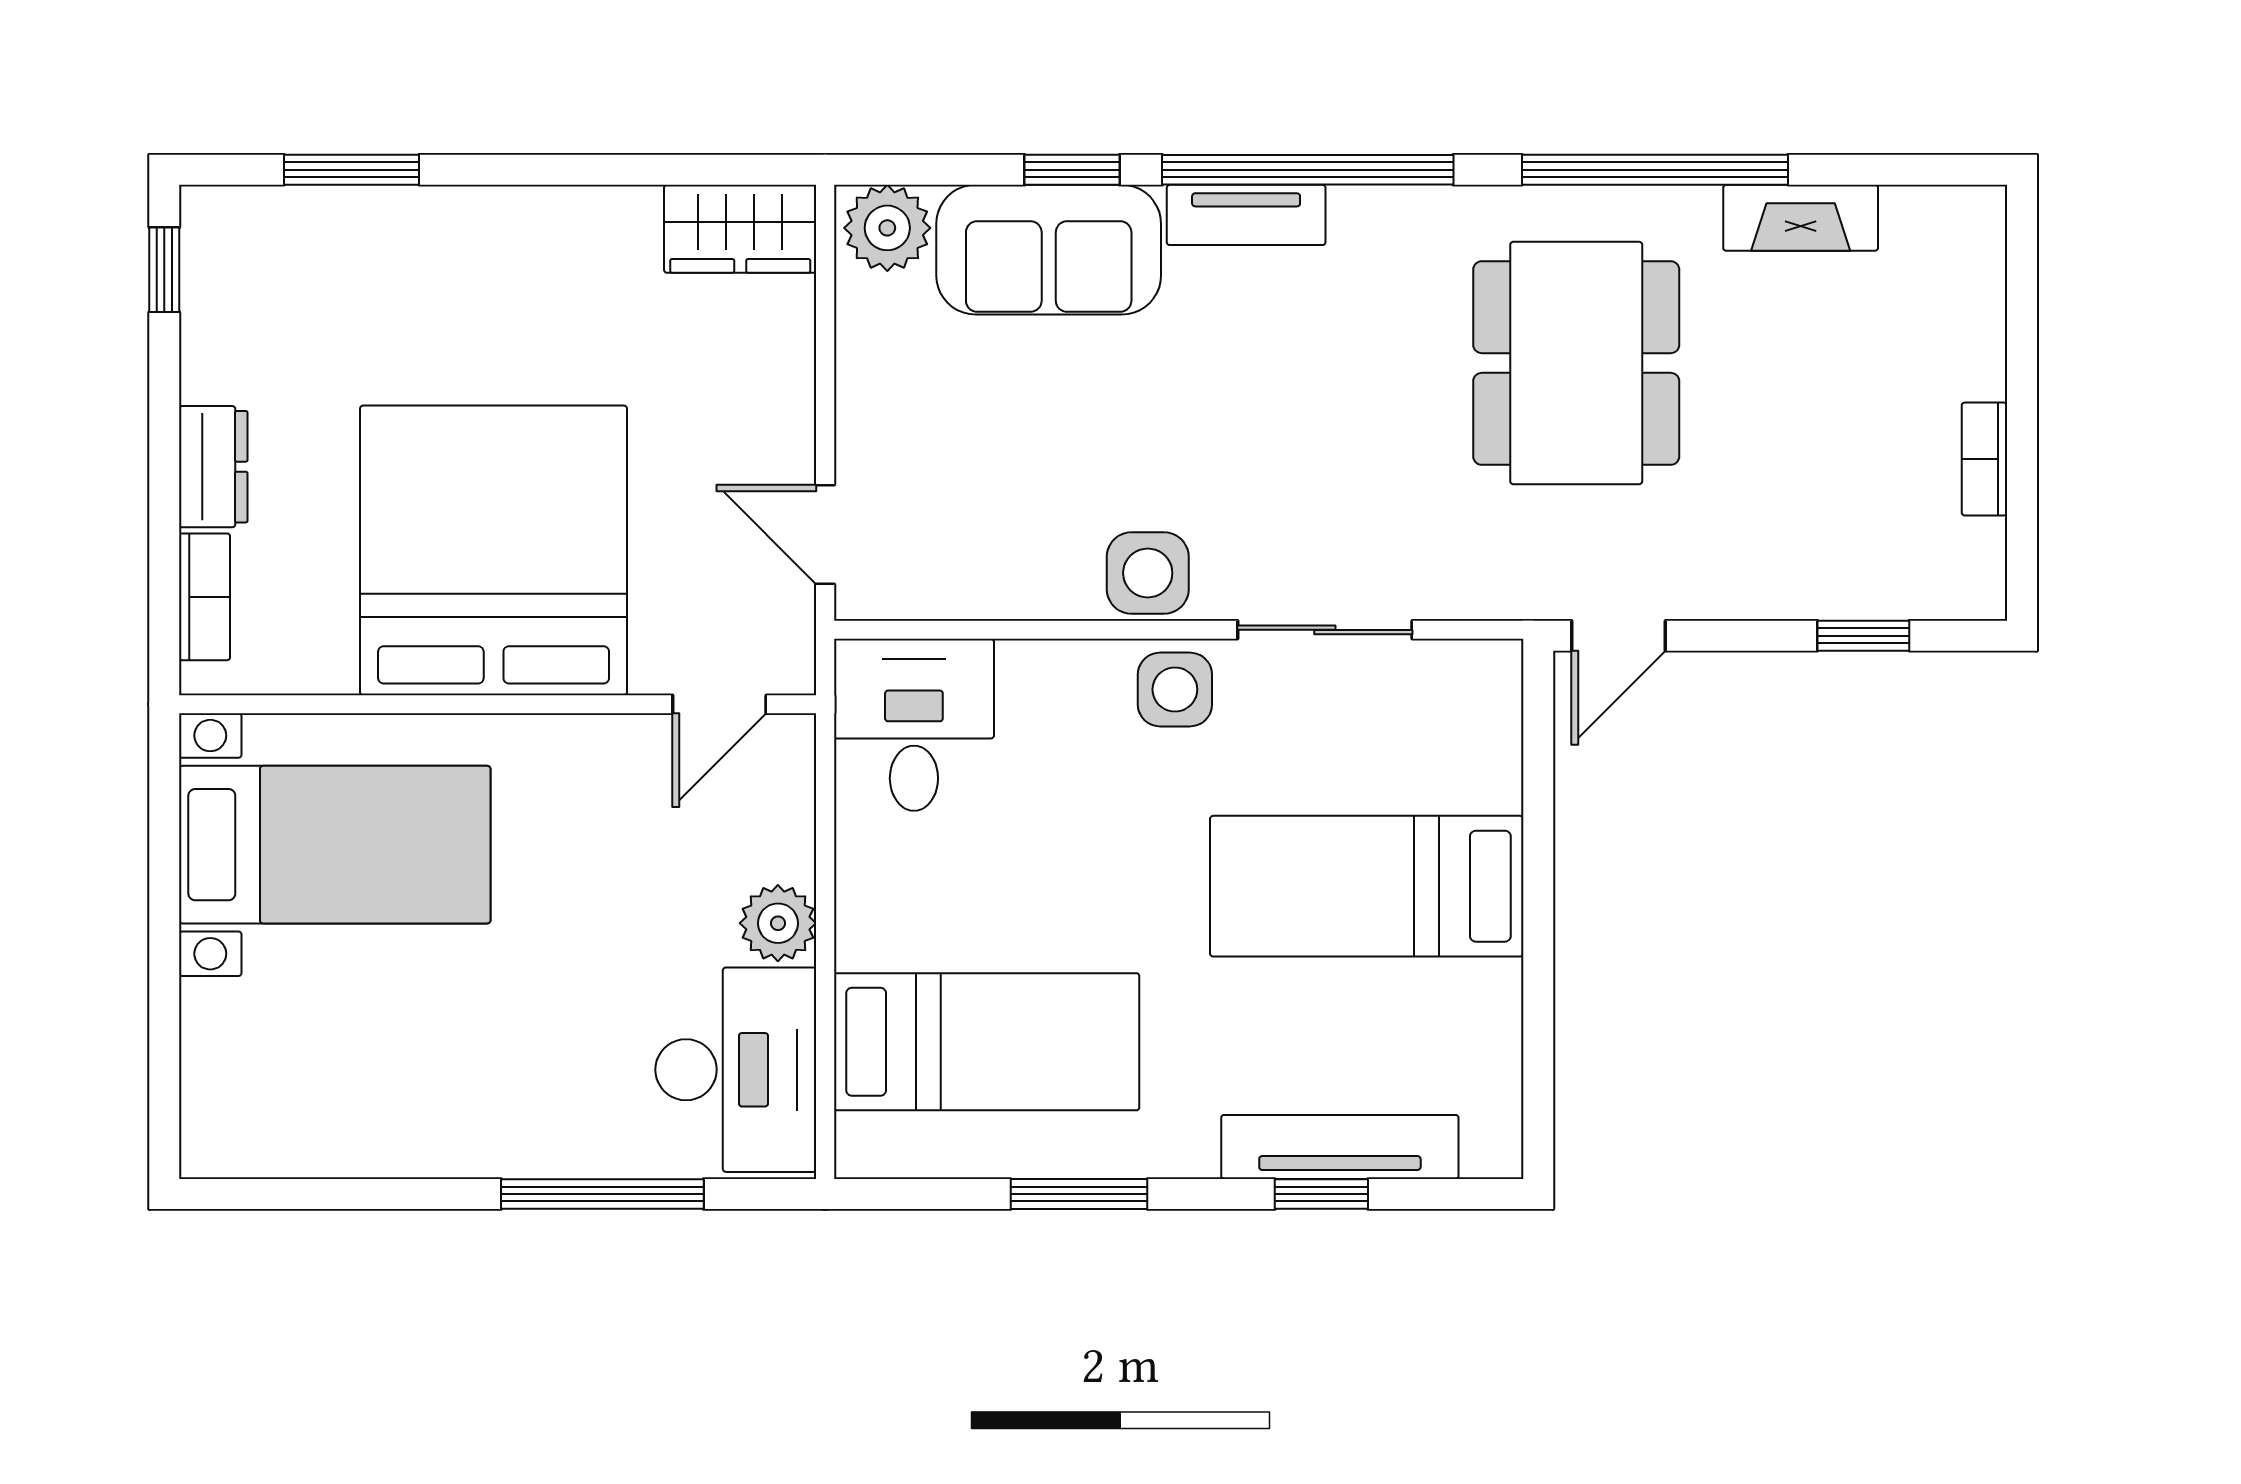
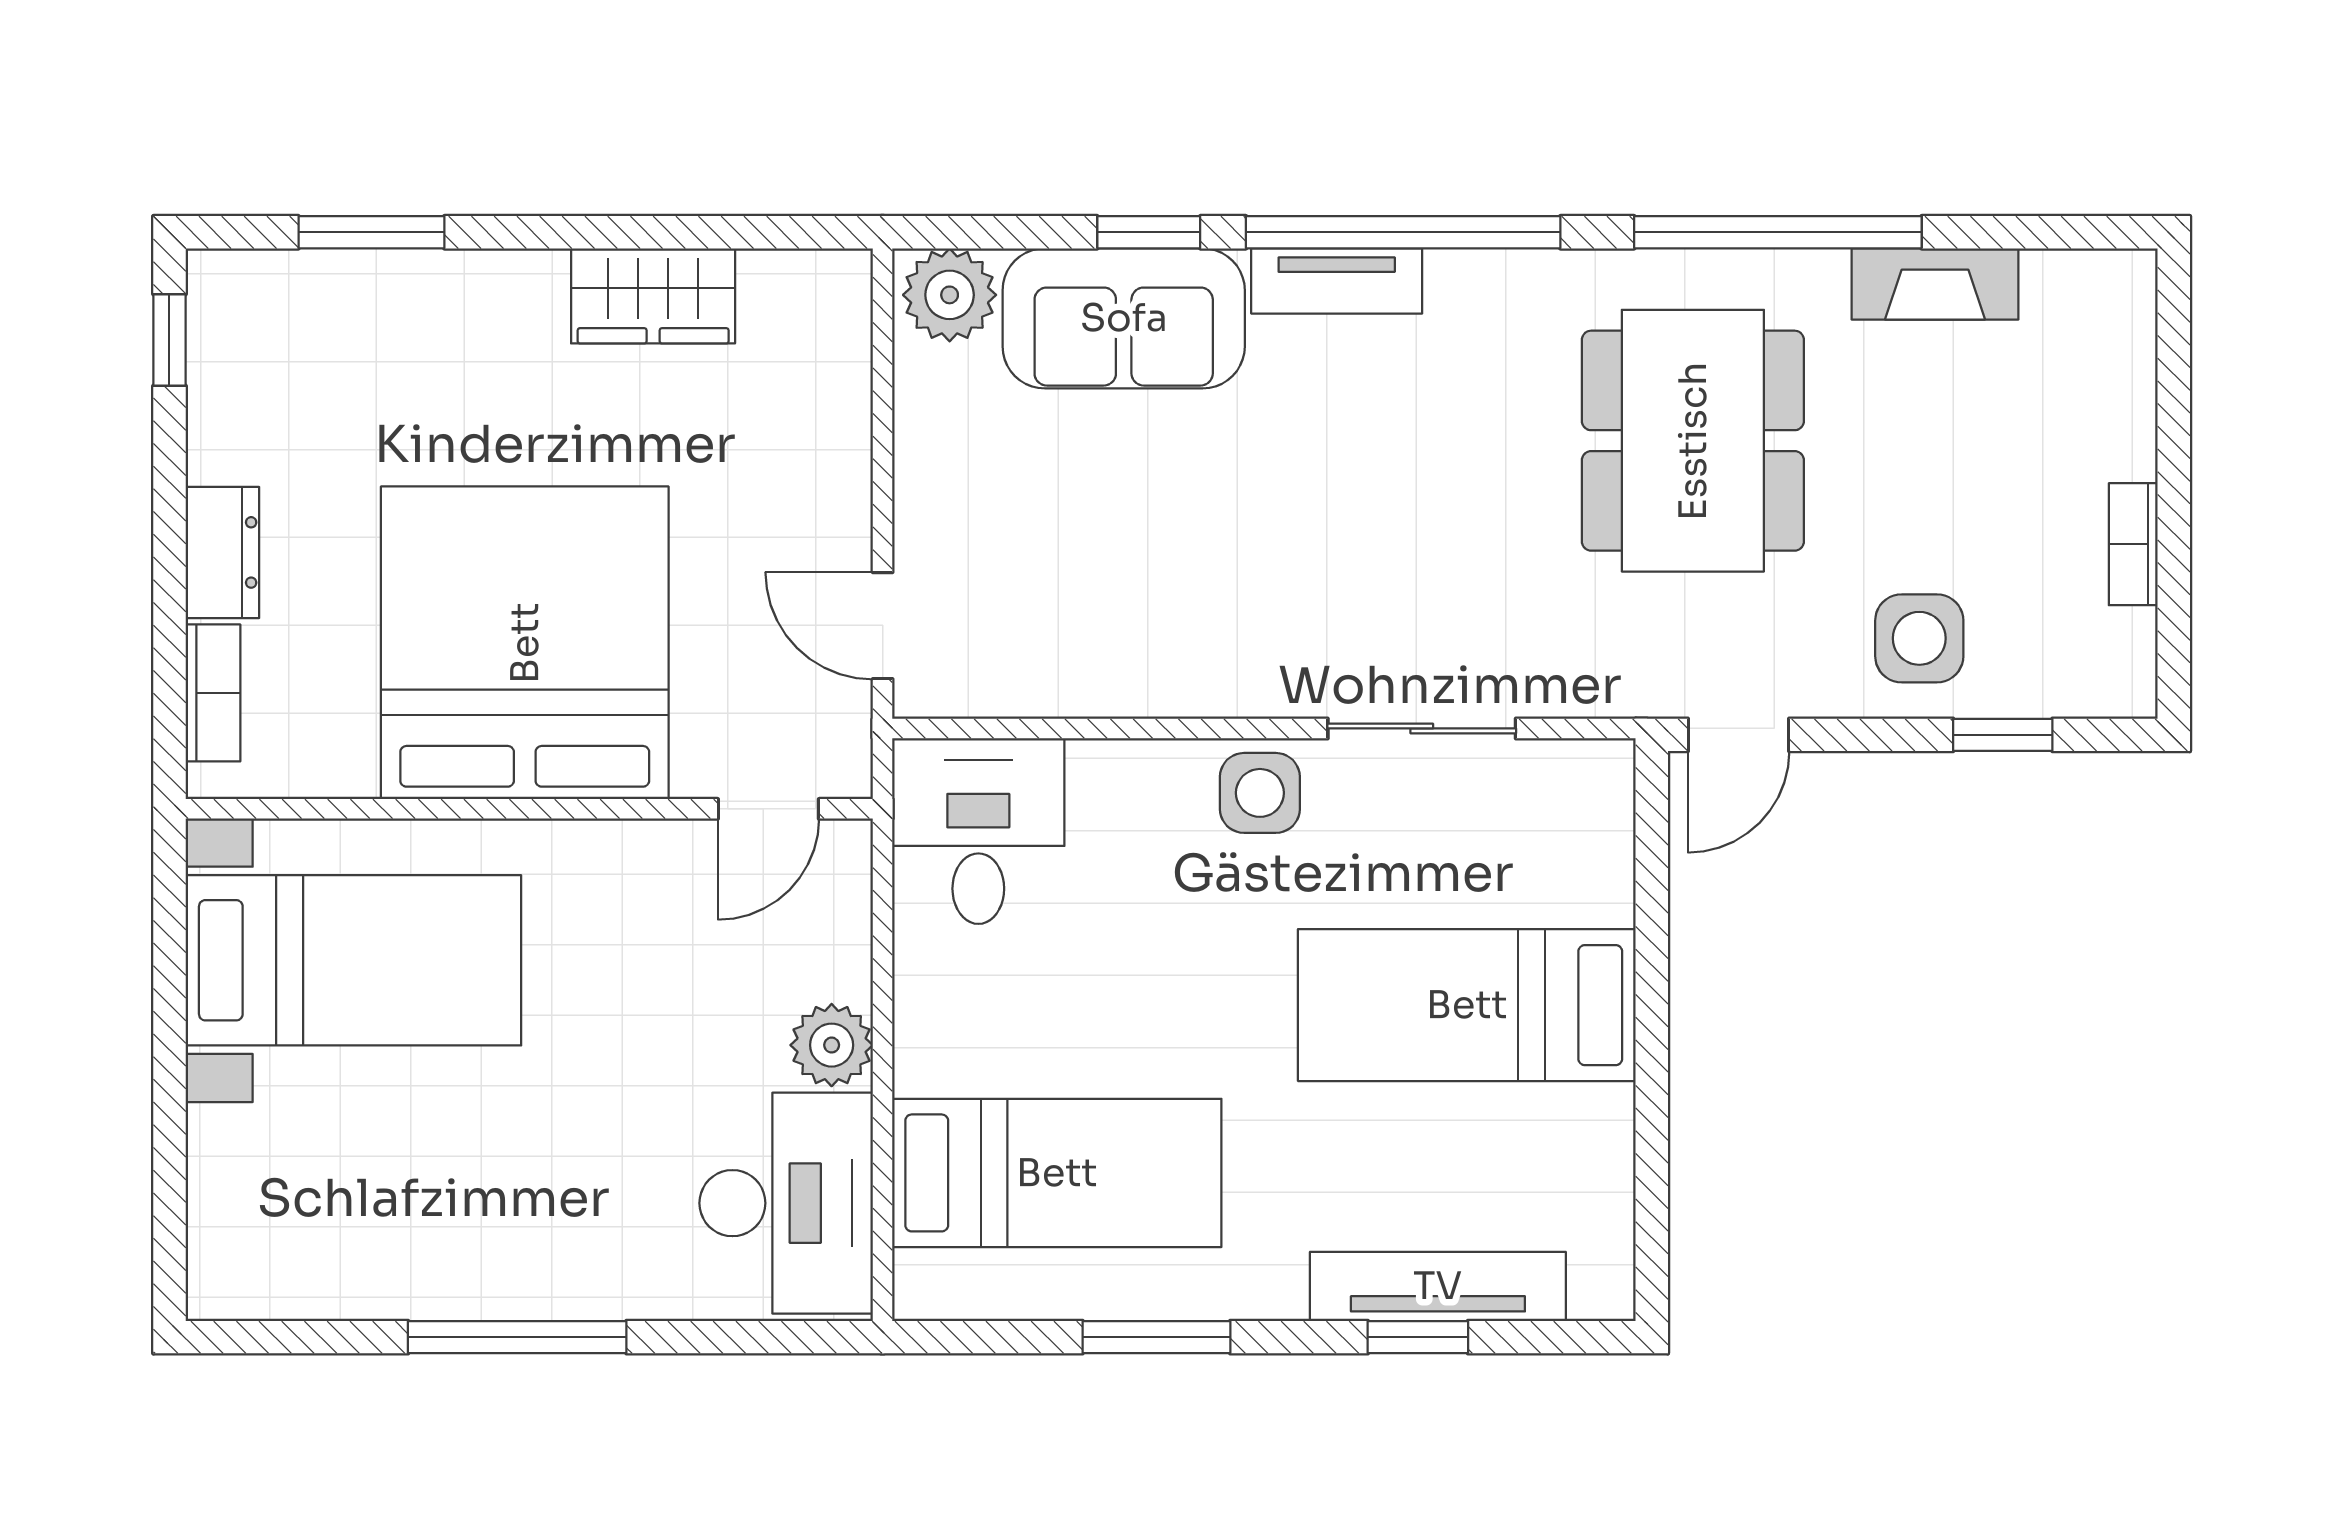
wardrobe: (740, 229) -> (653, 296), moved
side table: (1148, 573) -> (1919, 638), moved
window: (602, 1194) -> (517, 1337), moved

